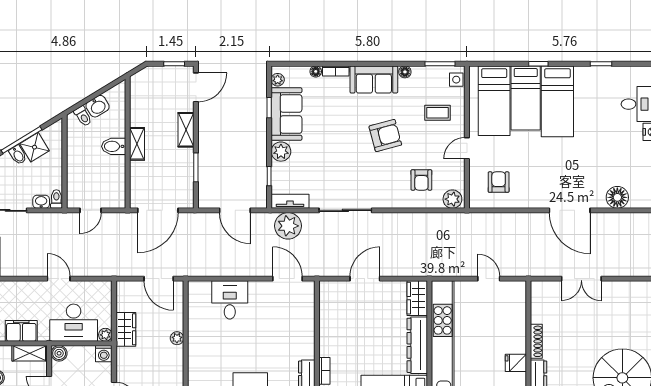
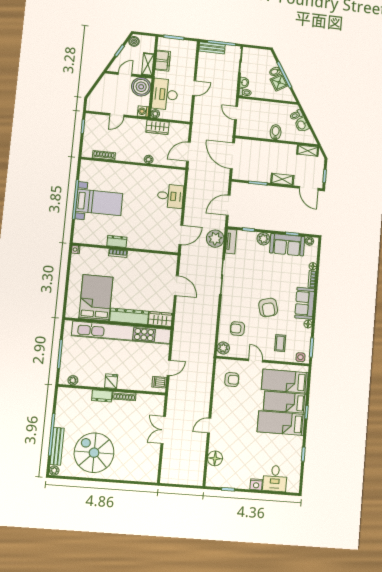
shelving: (137, 144) -> (308, 151), moved
door: (570, 210) -> (209, 426), width x0.53
dishwasher: (511, 291) -> (159, 382), added
boiler: (59, 353) -> (141, 87), width x1.86, depth x1.86

